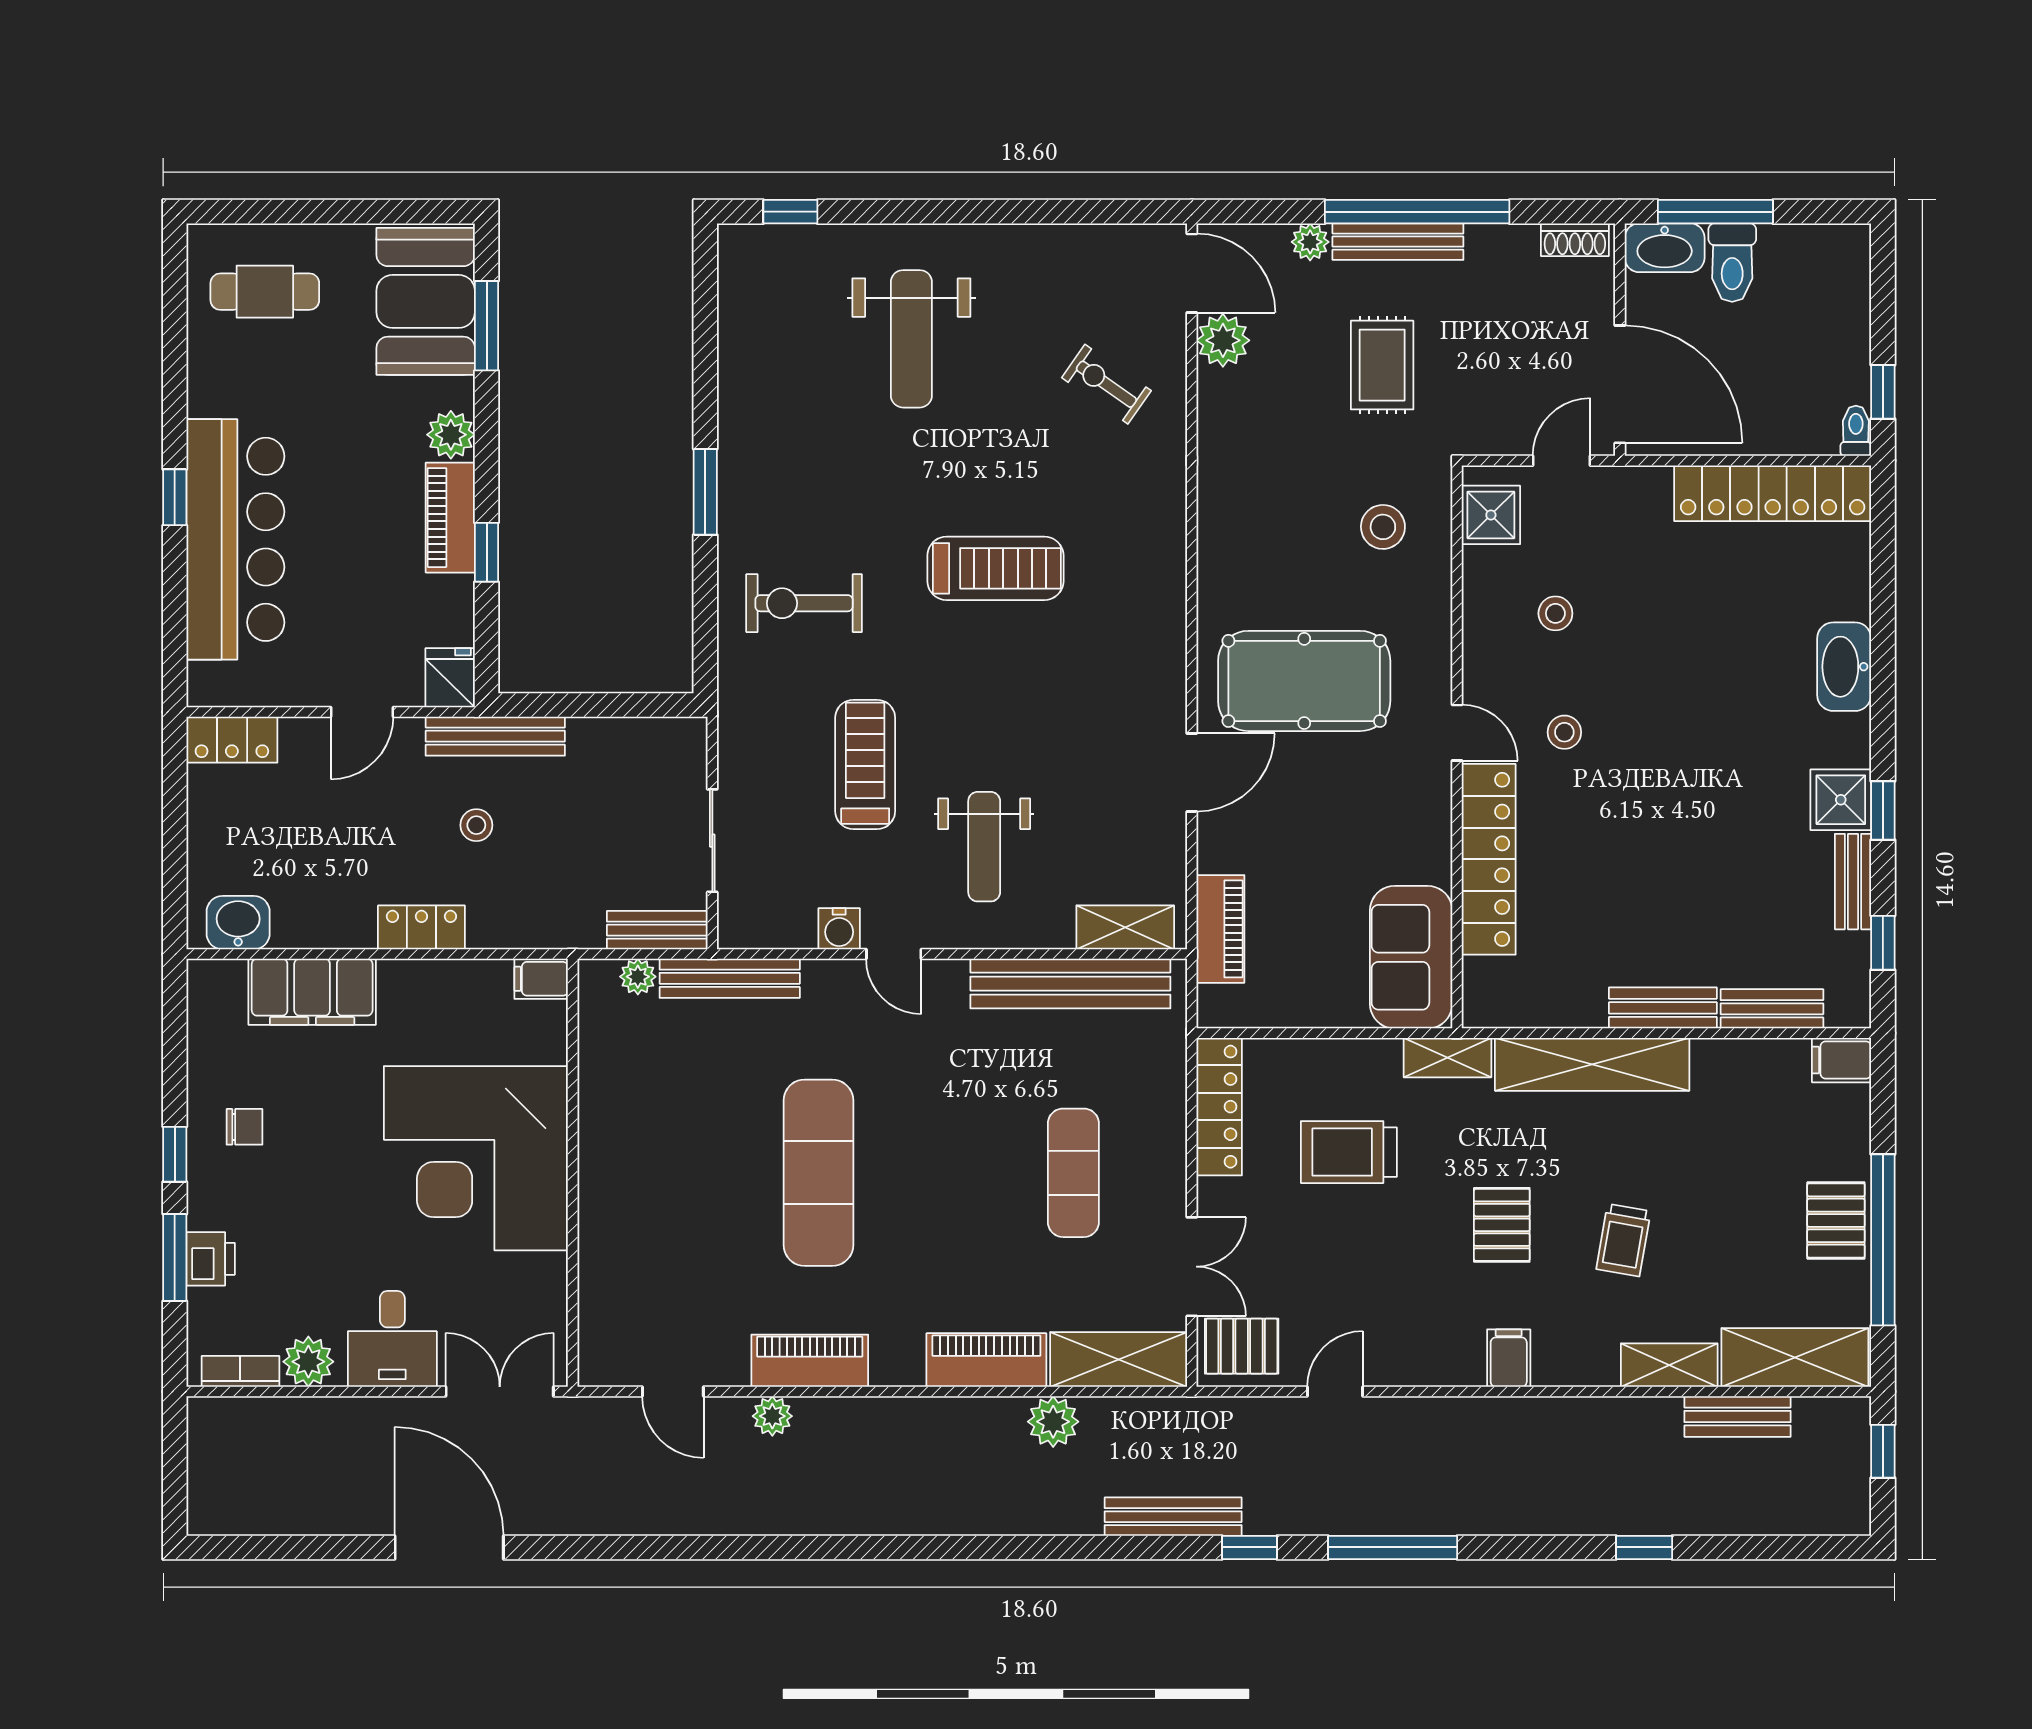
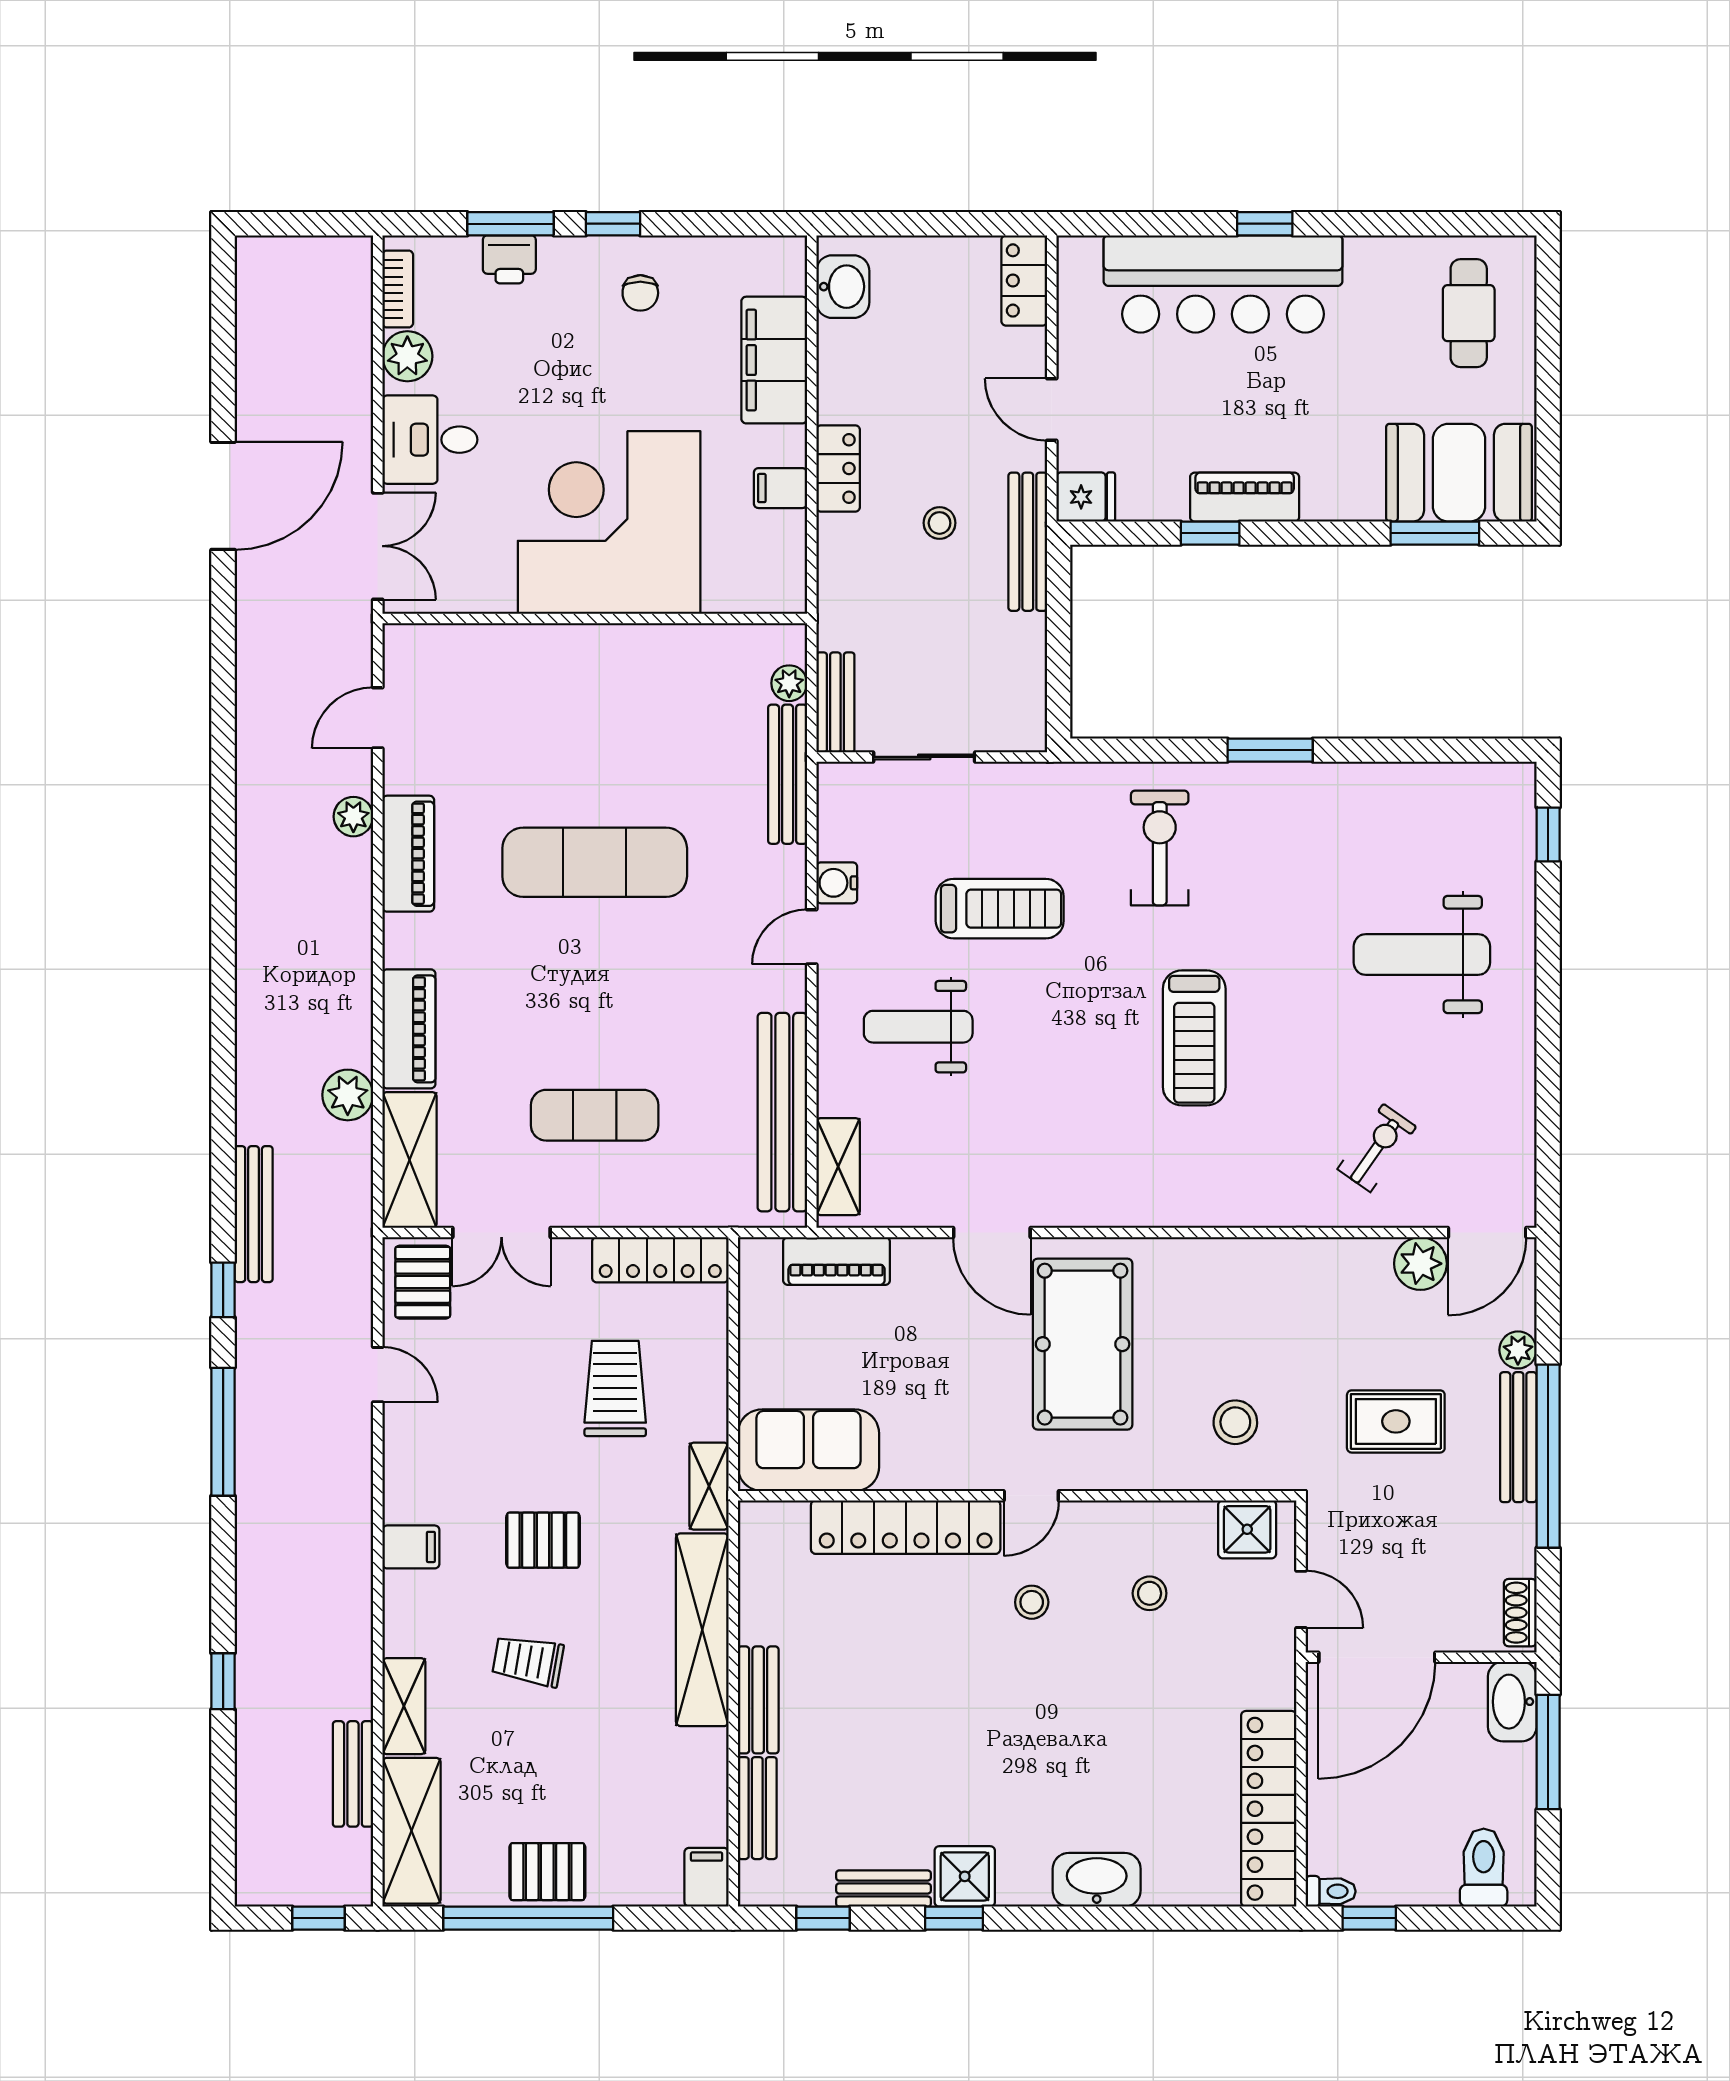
toilet: (1732, 263) -> (1484, 1868), moved, turned 90
plant: (451, 435) -> (1327, 498), removed
filing cabinet: (541, 979) -> (780, 488), moved, turned -90

